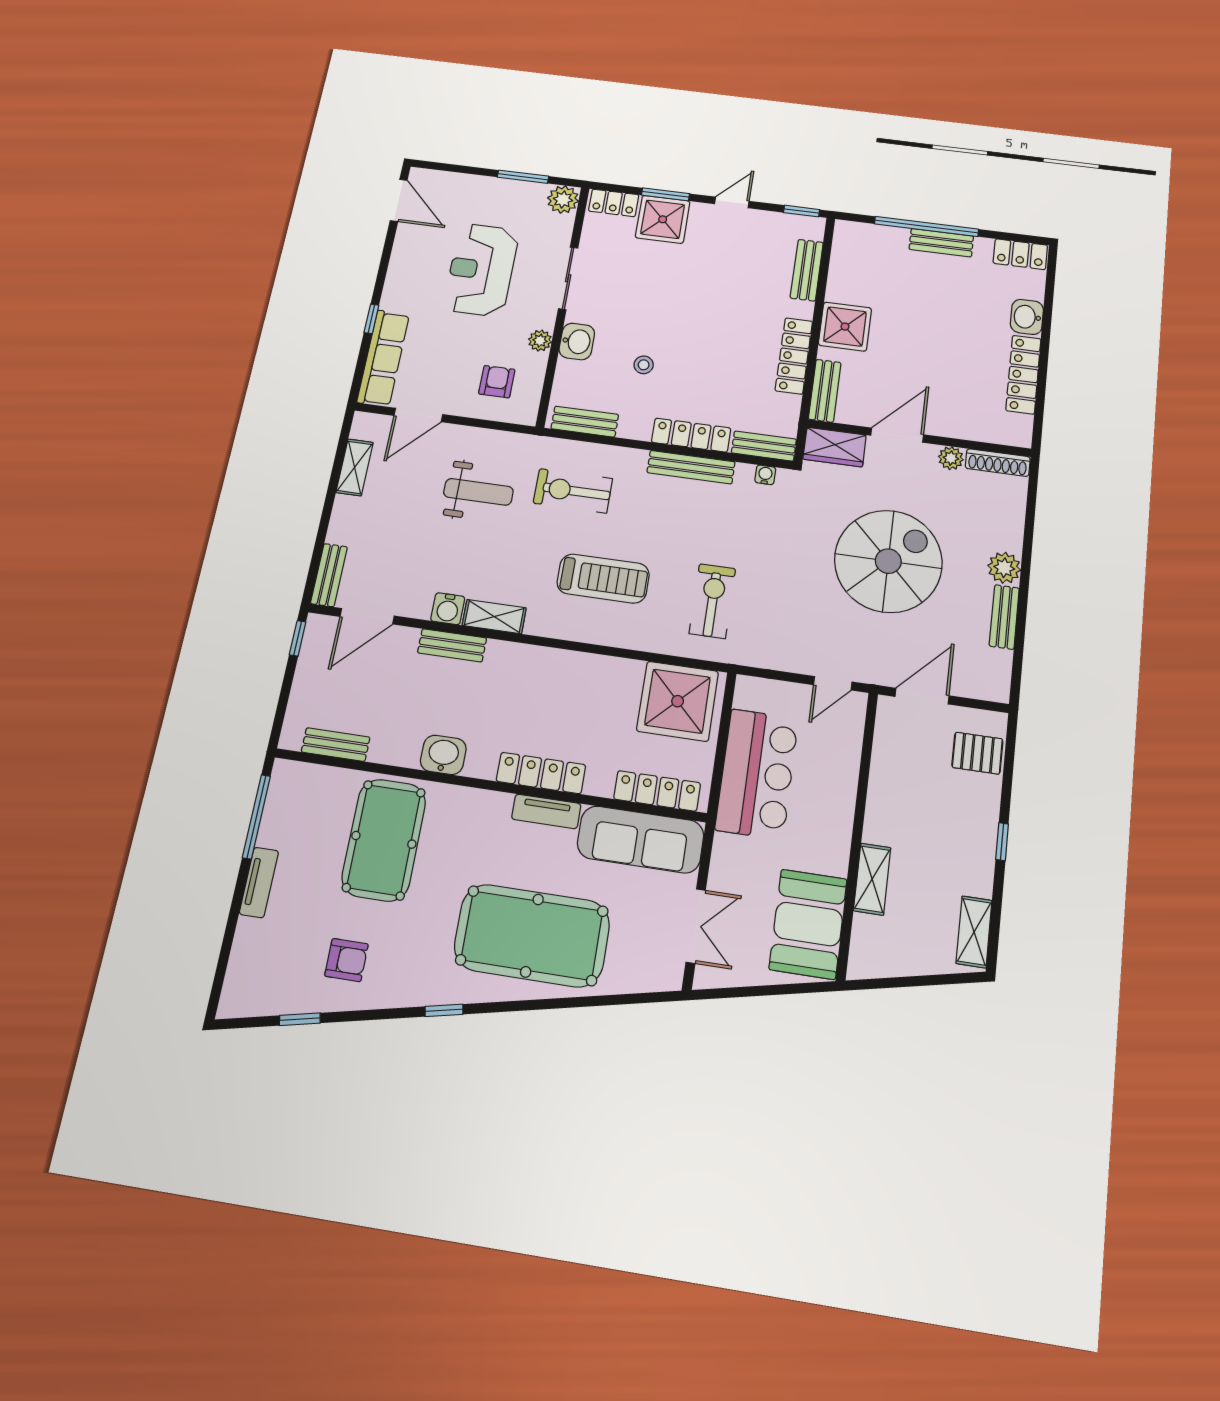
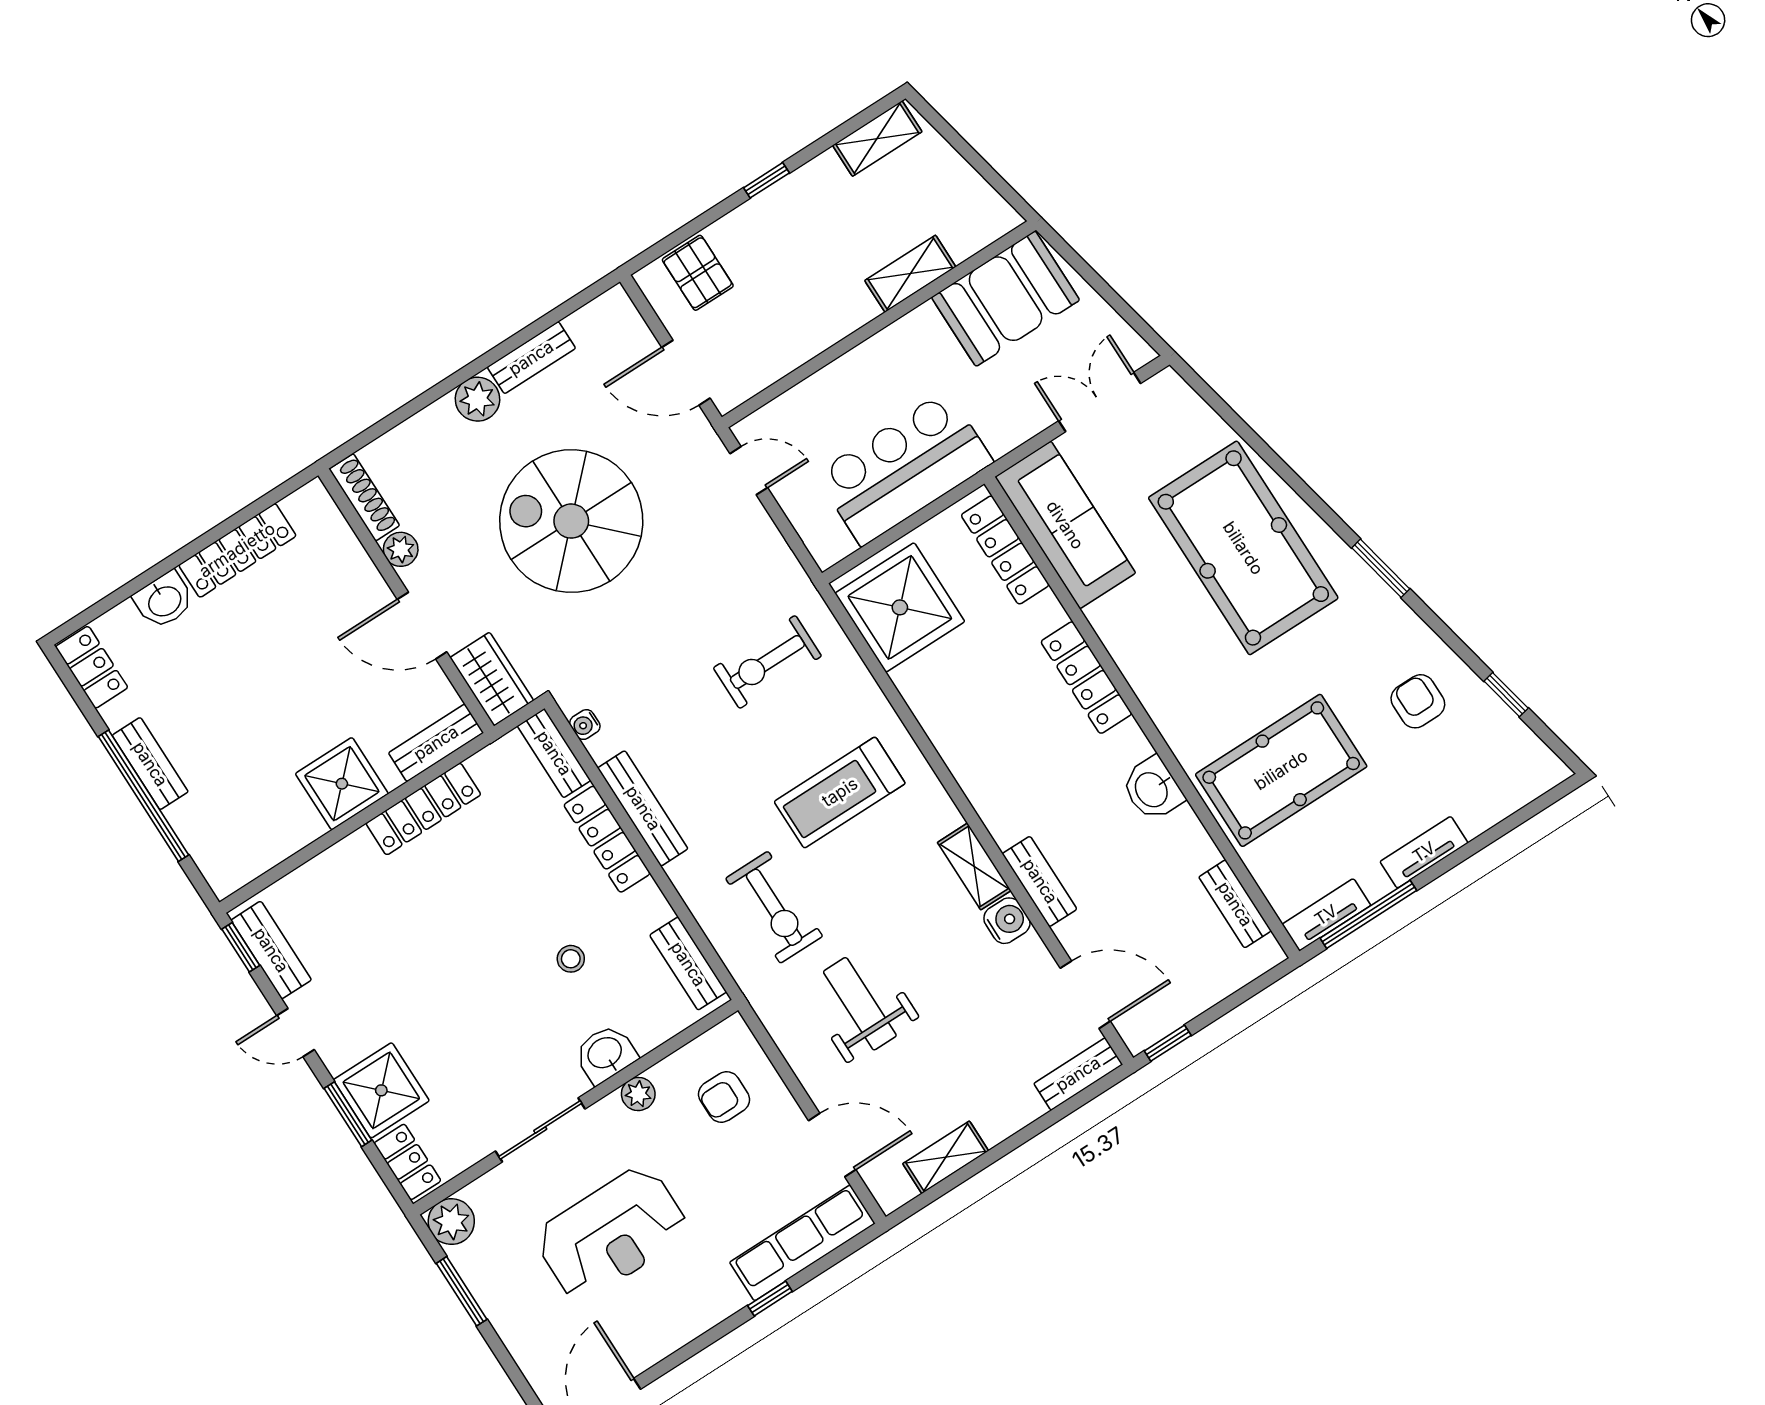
bench: (807, 270) -> (271, 950), moved, turned 90
treadmill: (603, 579) -> (840, 792), turned -90
tv unit: (546, 811) -> (1326, 915), moved, turned -90
window: (444, 1010) -> (1381, 568), width x1.50

